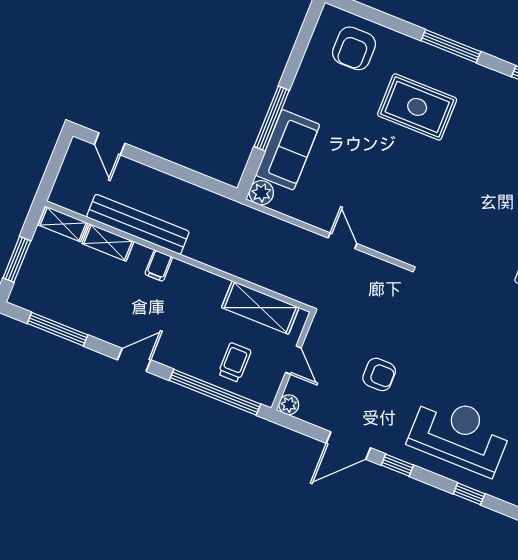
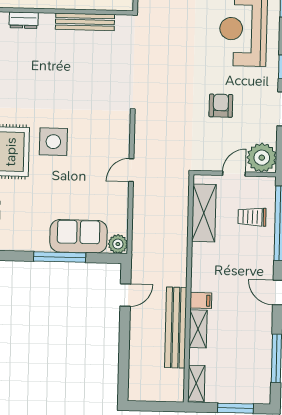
door: (110, 144) -> (125, 295), moved
side table: (410, 162) -> (53, 142), added
shelving: (108, 243) -> (198, 329), moved
plant: (289, 405) -> (262, 158), width x1.88, depth x1.88

